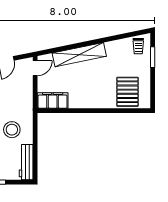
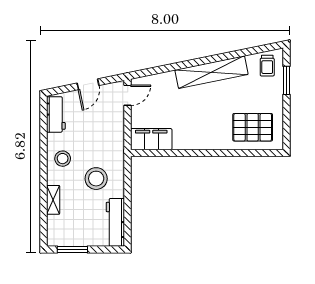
shelving: (79, 55) -> (211, 72), moved
pallet: (128, 92) -> (253, 127), turned 90

